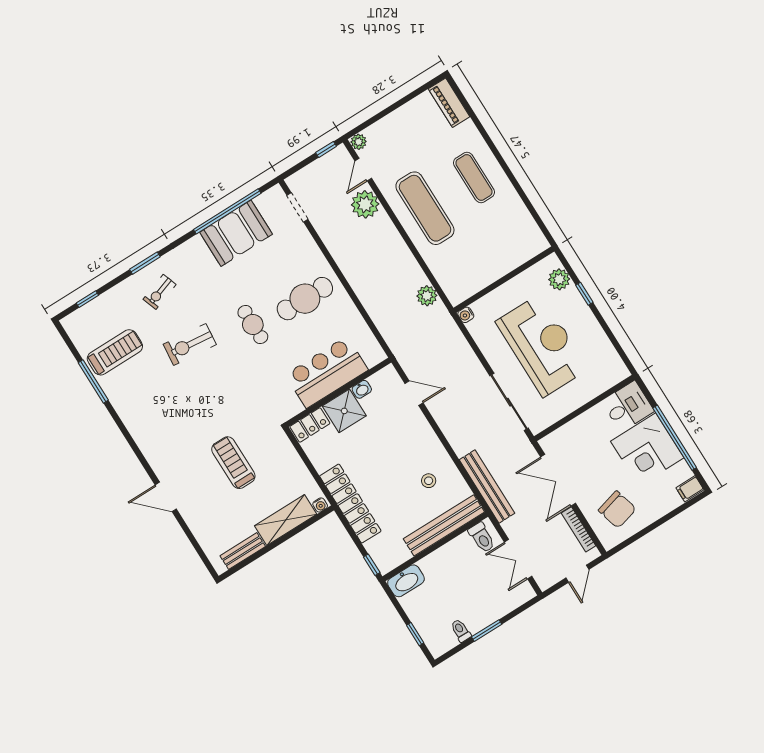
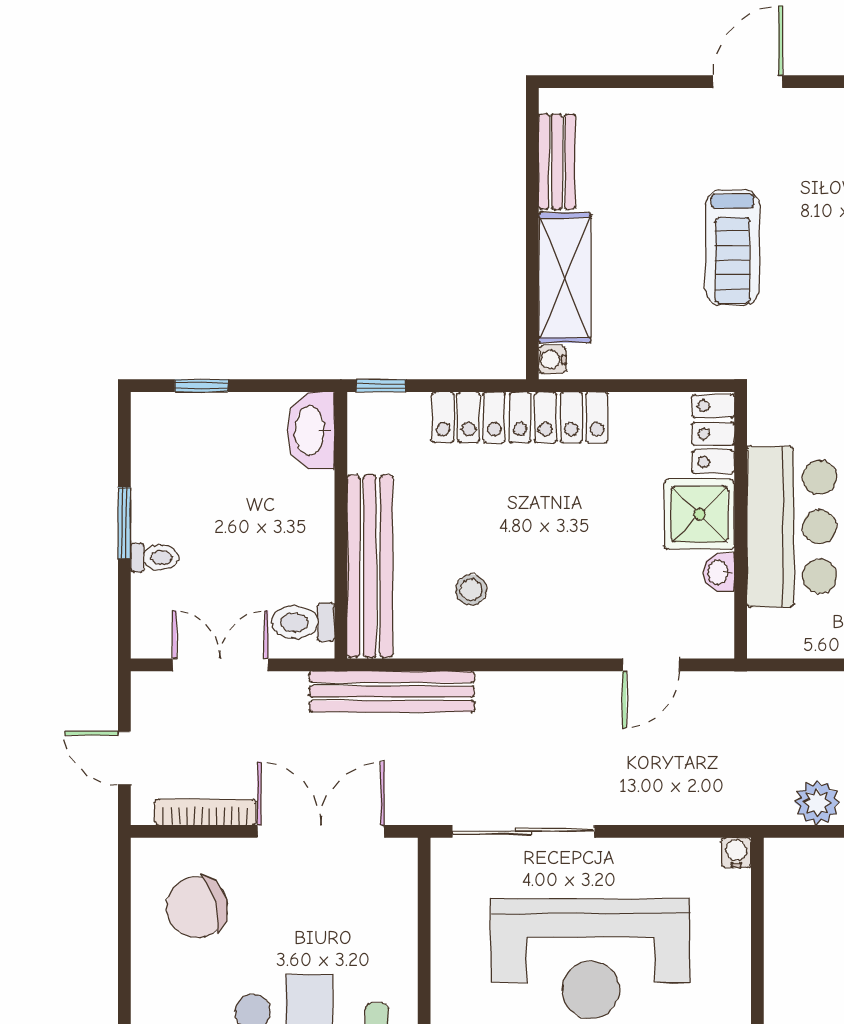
treadmill: (233, 463) -> (732, 247), turned 90
toilet: (461, 631) -> (155, 558), moved

